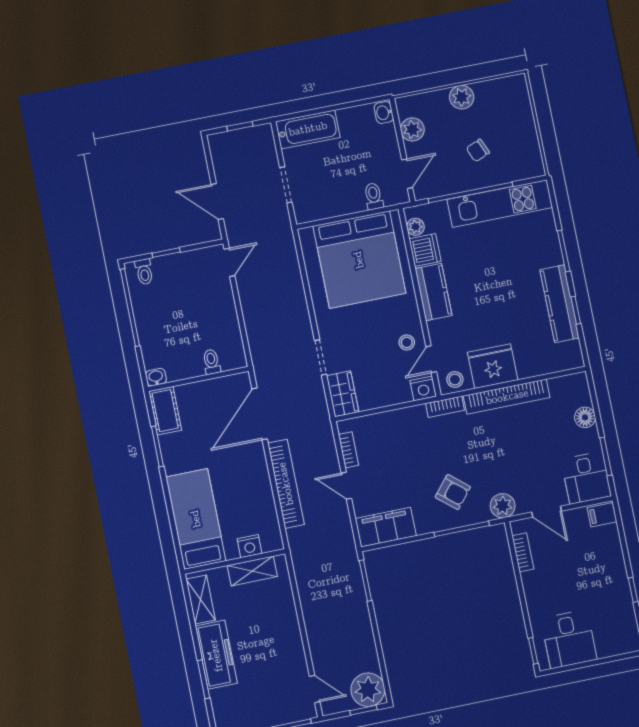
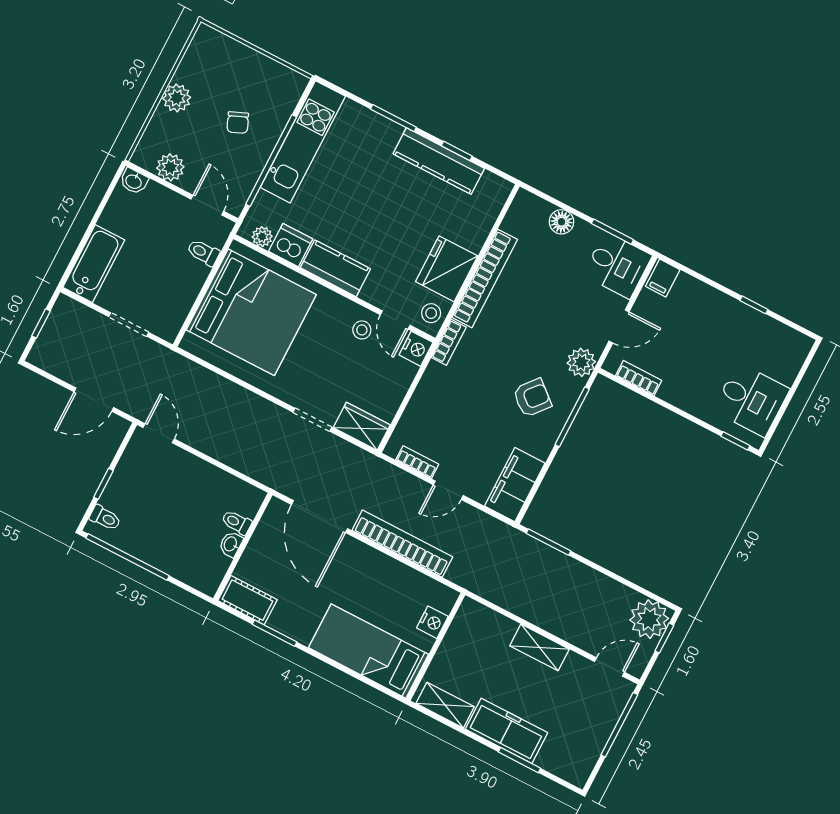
washbasin: (156, 377) -> (231, 544), moved
shelving: (252, 571) -> (540, 647), moved, turned 90

